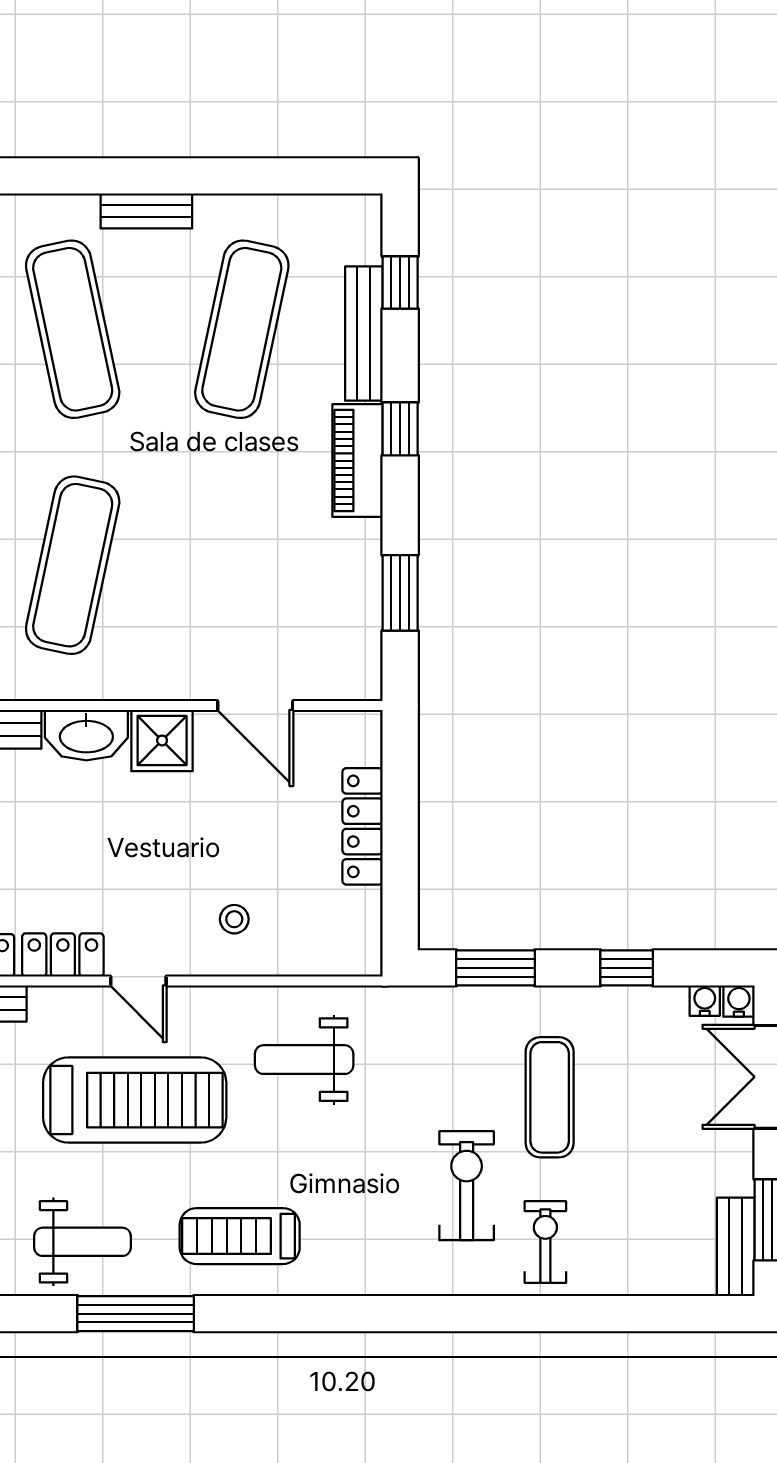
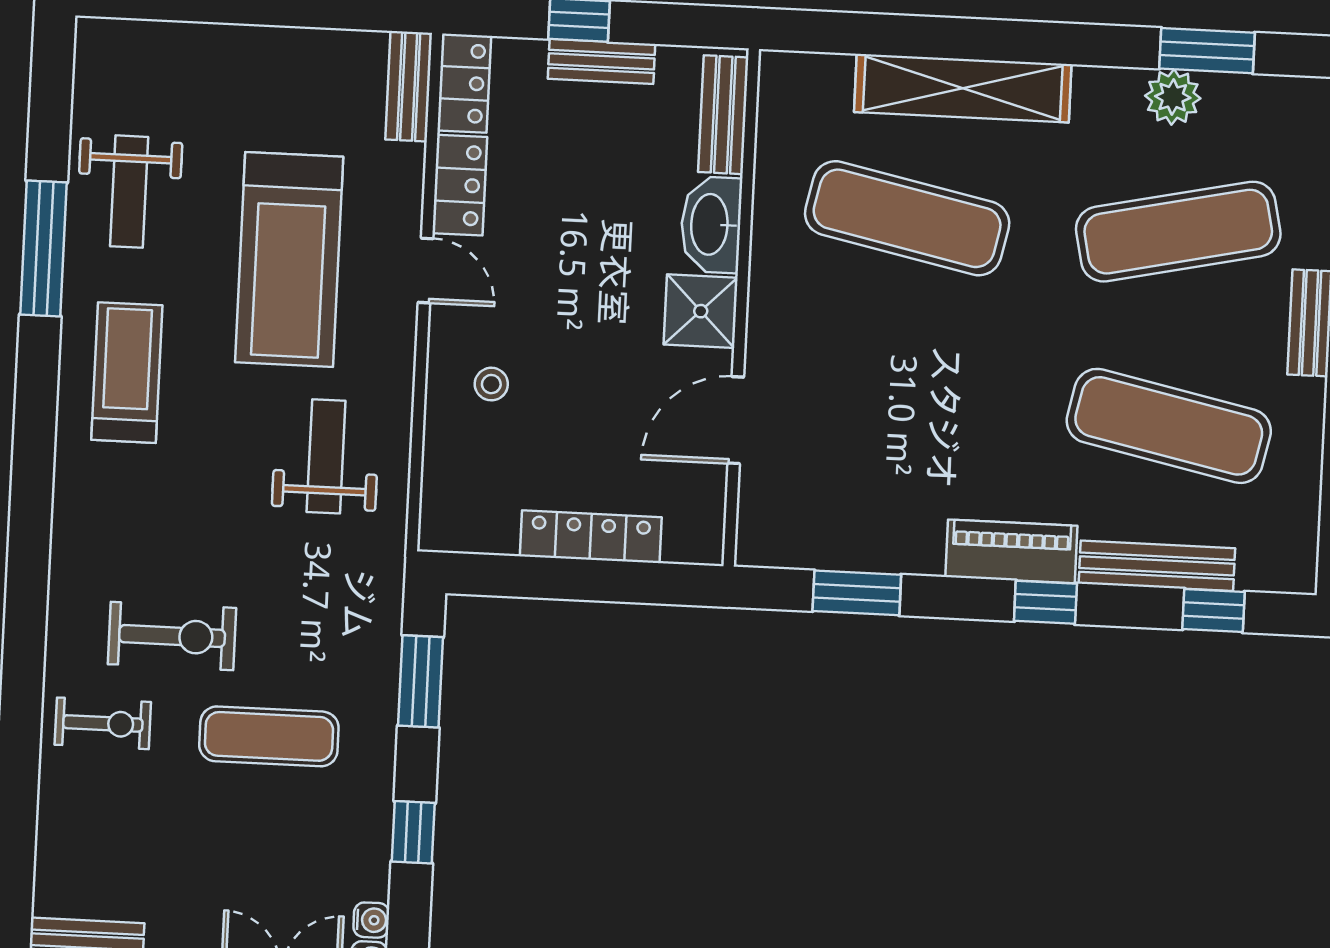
door: (138, 981) -> (426, 270), swing flipped

